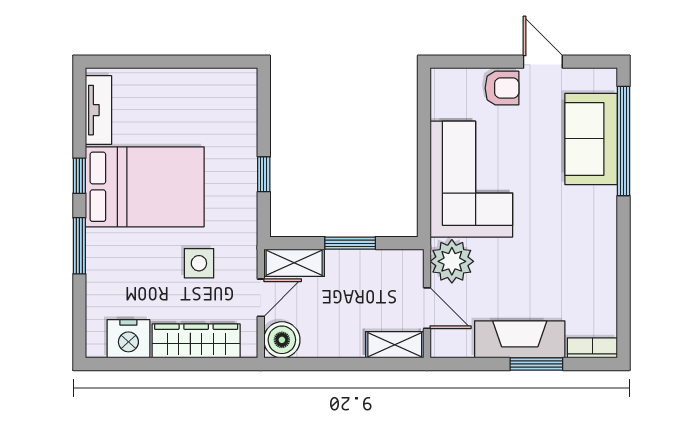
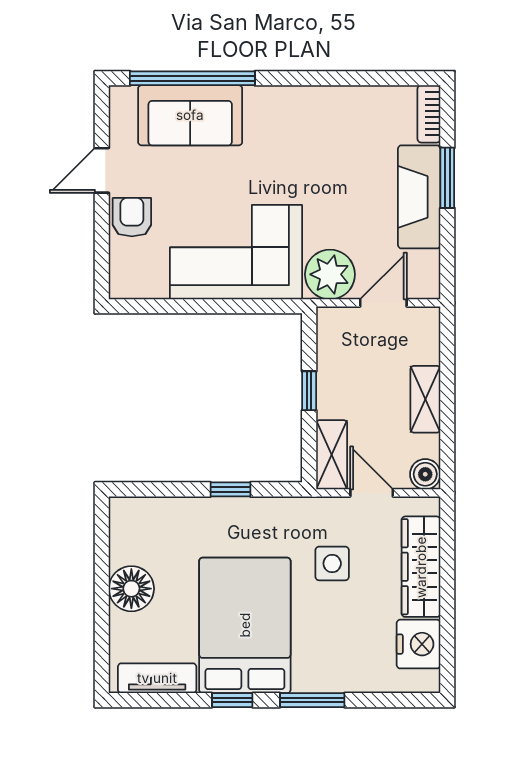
floor lamp: (177, 88) -> (131, 589), added
window: (350, 243) -> (309, 391), width x0.67
boiler: (282, 340) -> (425, 474), width x0.73, depth x0.73
shelving: (395, 345) -> (425, 399), moved

